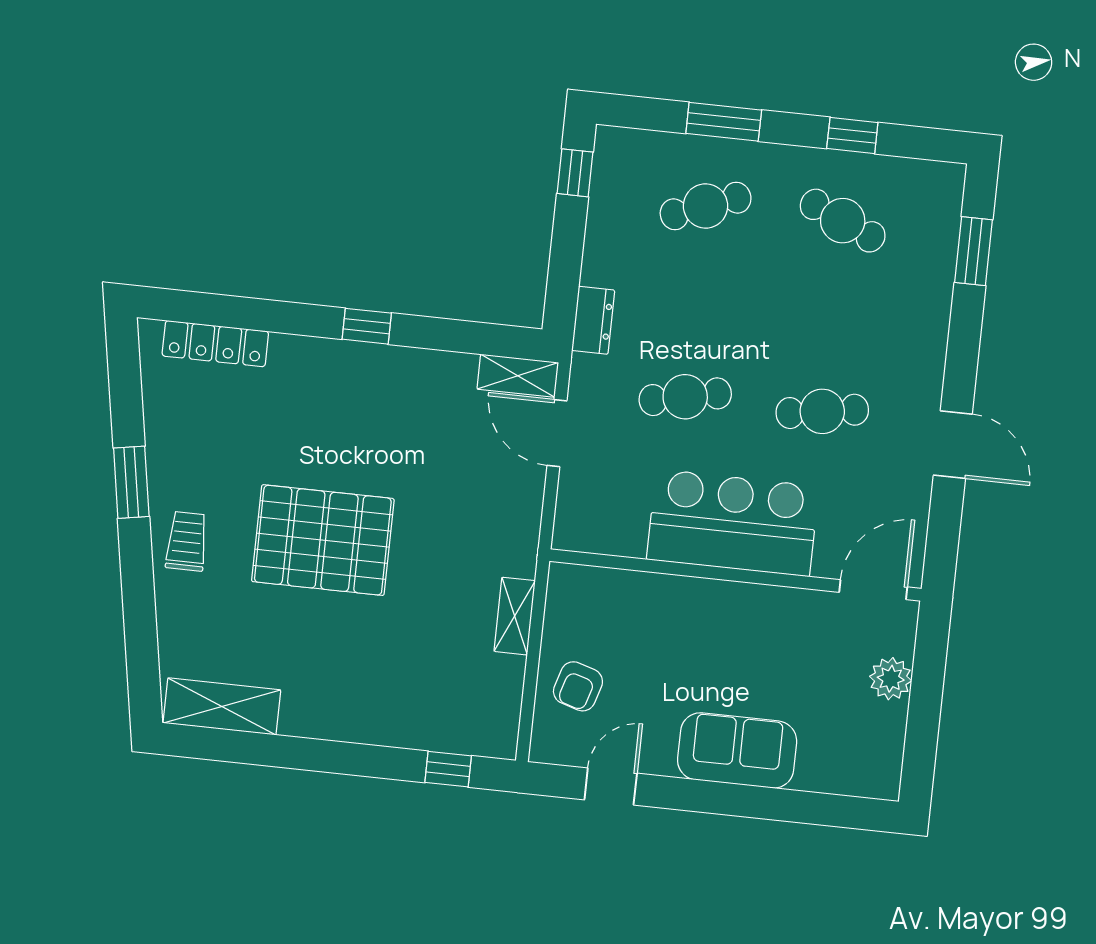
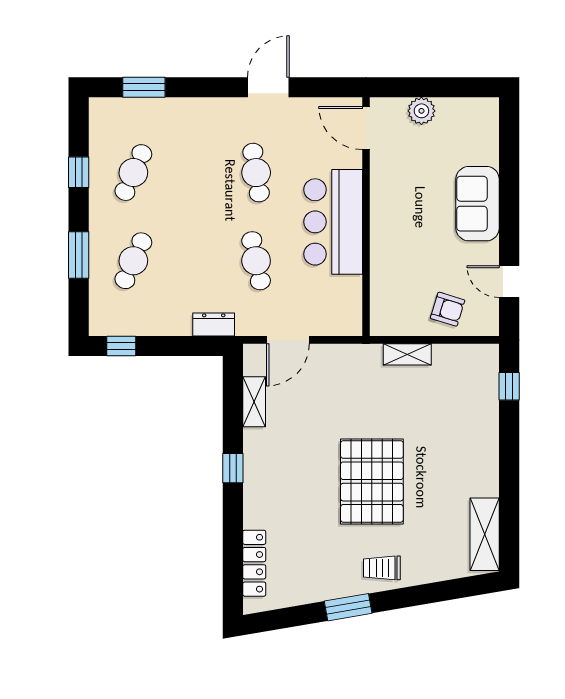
cafe table: (706, 206) -> (133, 261), turned 45
shelving: (518, 376) -> (254, 402), moved

